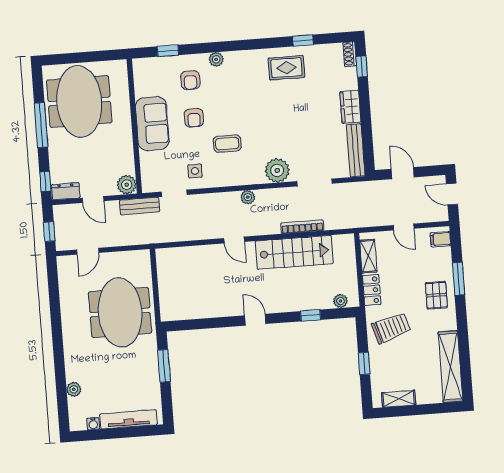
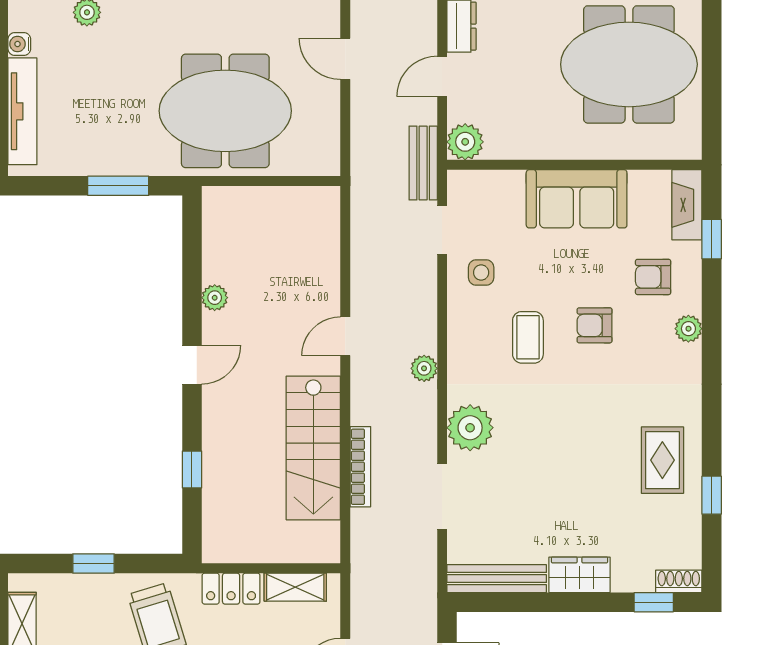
fireplace: (151, 65) -> (687, 205), added
armchair: (194, 118) -> (595, 325), moved
plant: (341, 301) -> (215, 298), moved

